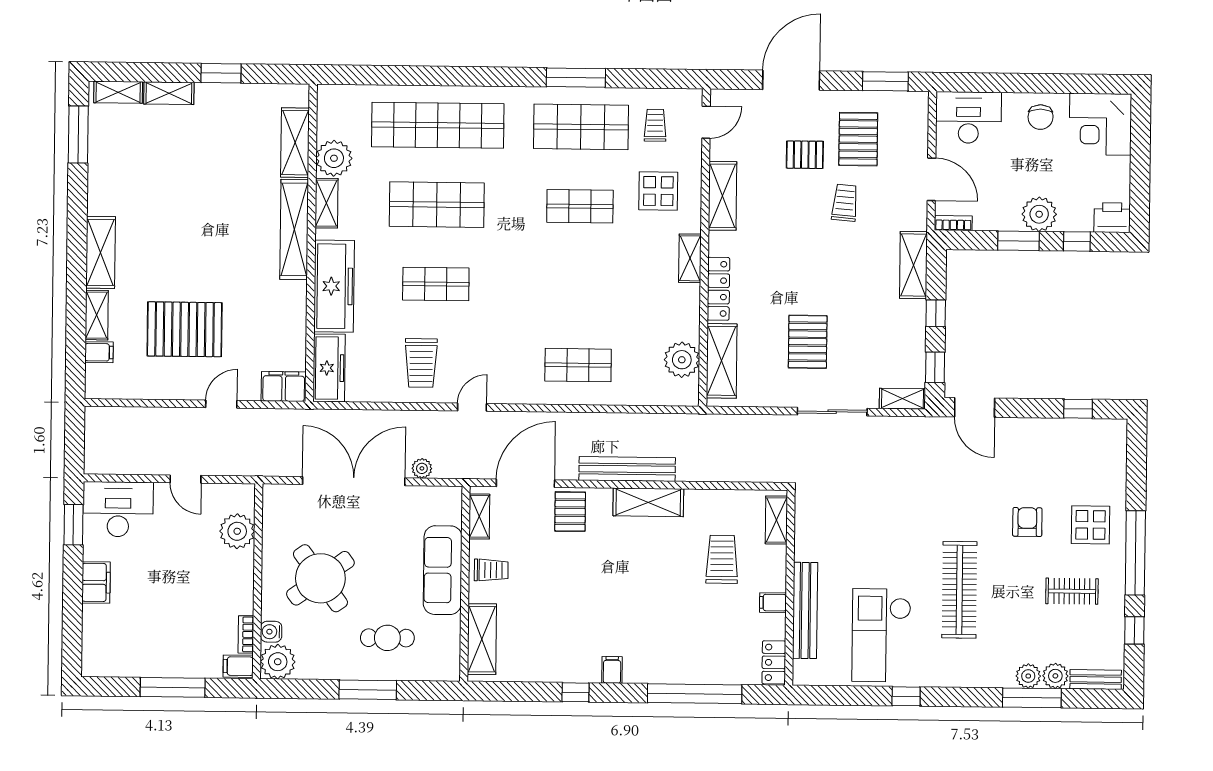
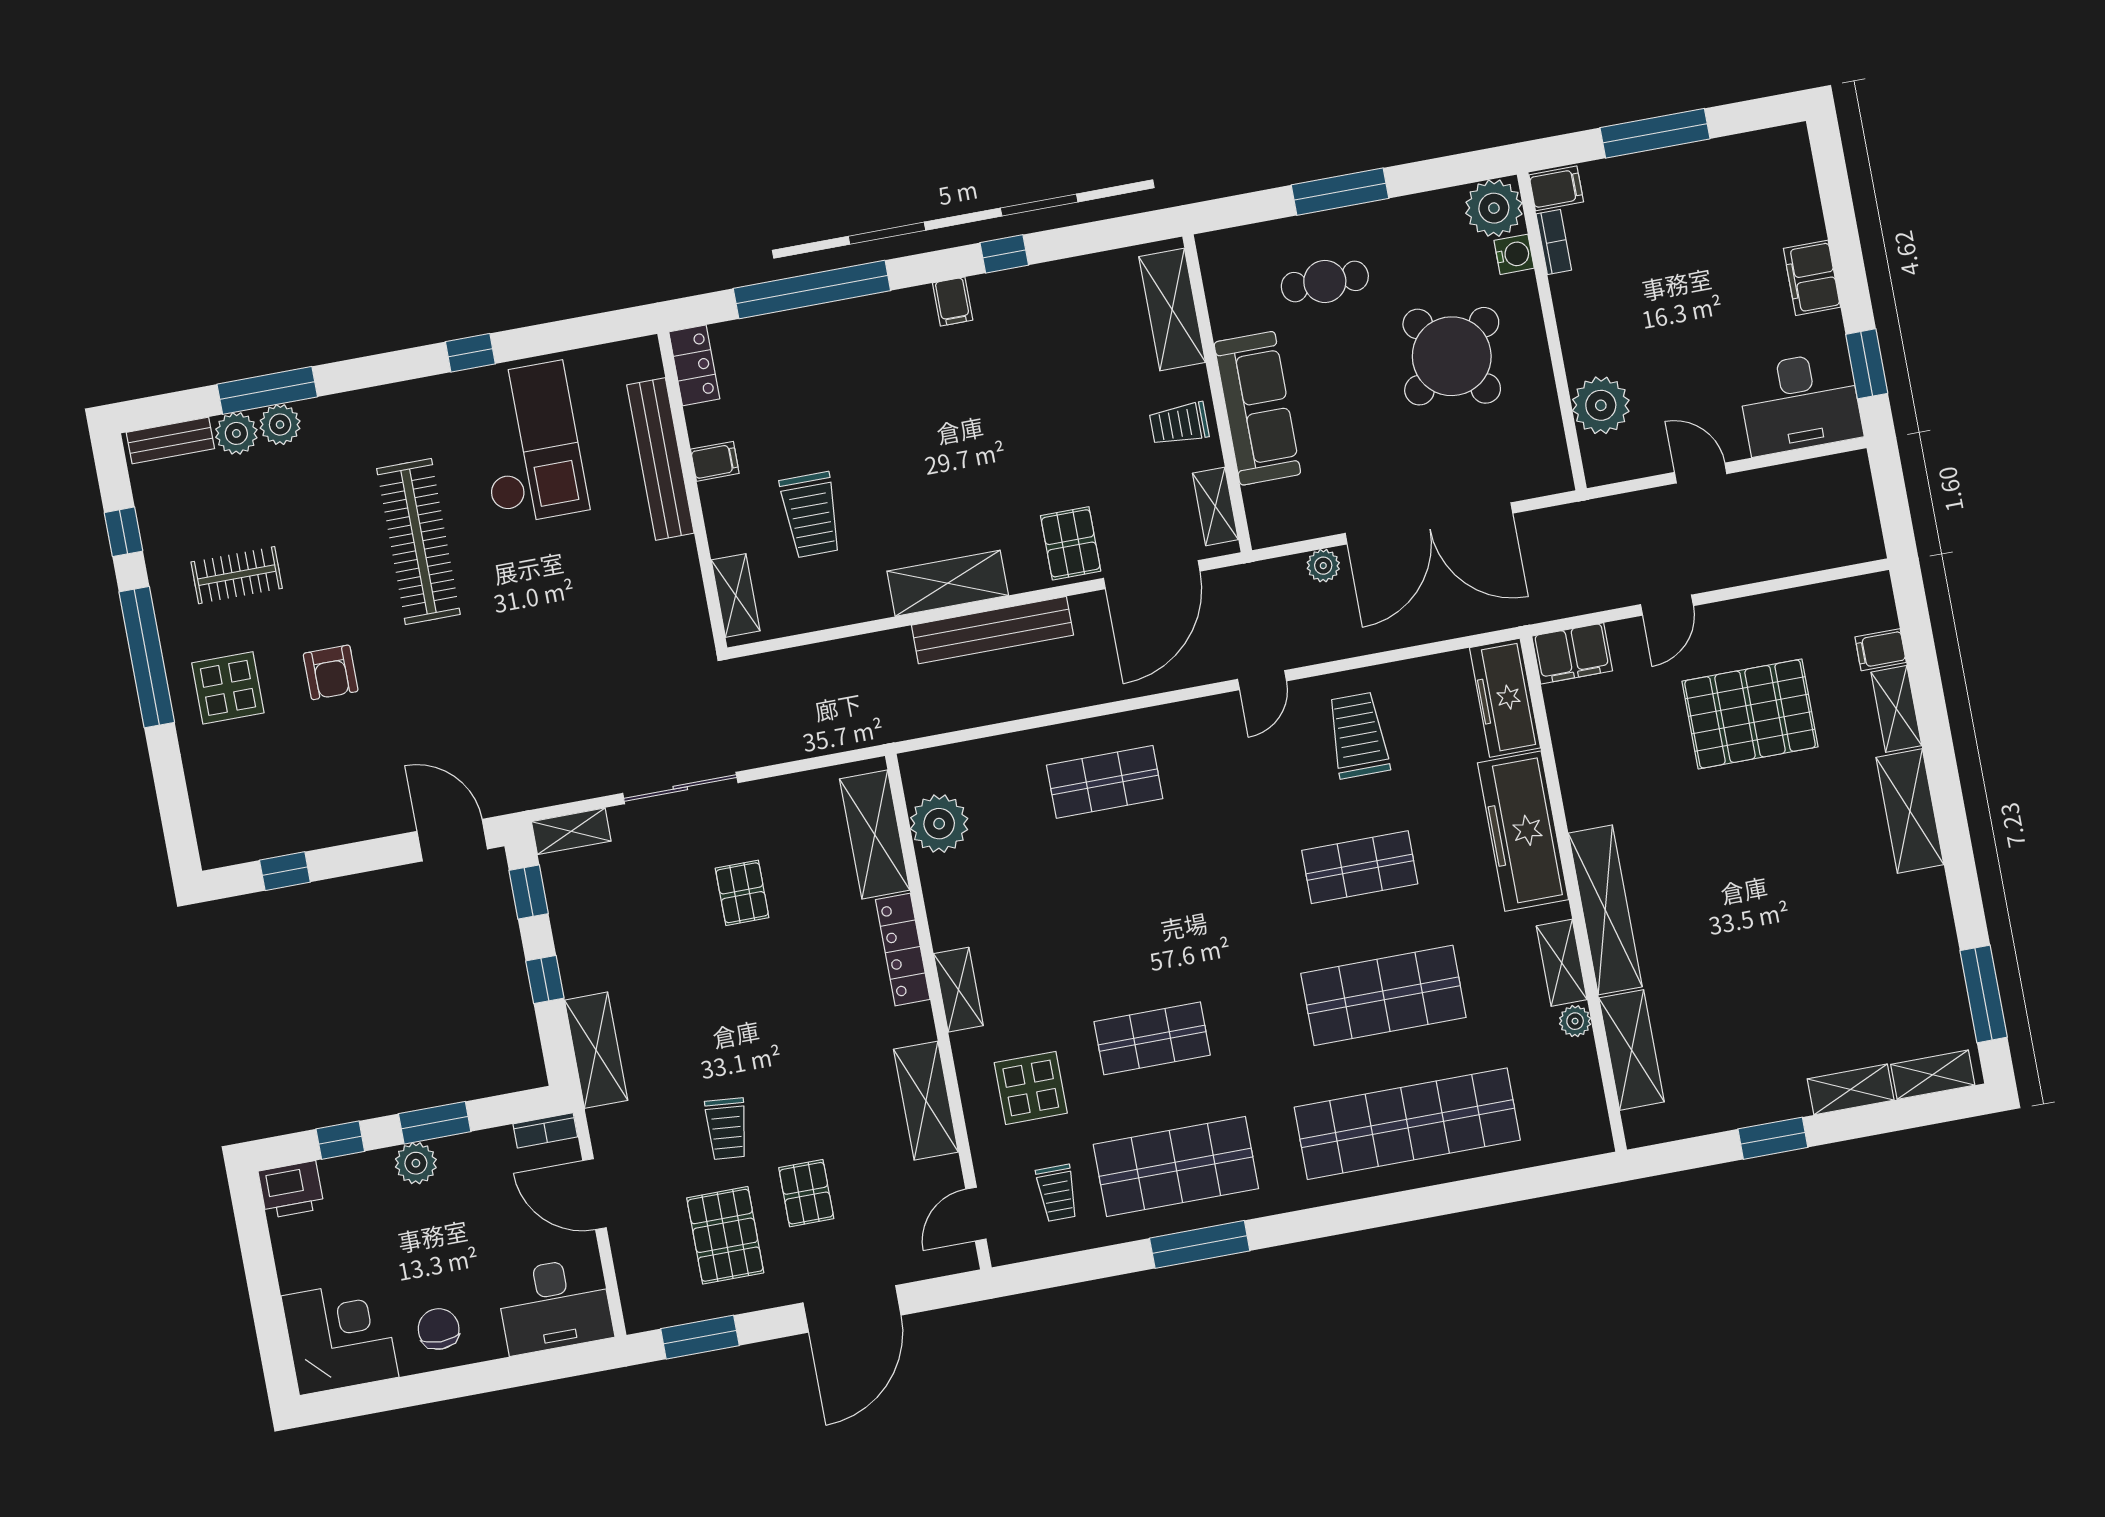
pallet: (805, 155) -> (806, 1193), turned 90
plant: (334, 158) -> (1575, 1021), width x0.53, depth x0.53
plant: (1039, 214) -> (416, 1163), width x0.73, depth x0.73
pallet: (808, 342) -> (742, 893), width x0.67, depth x0.71

